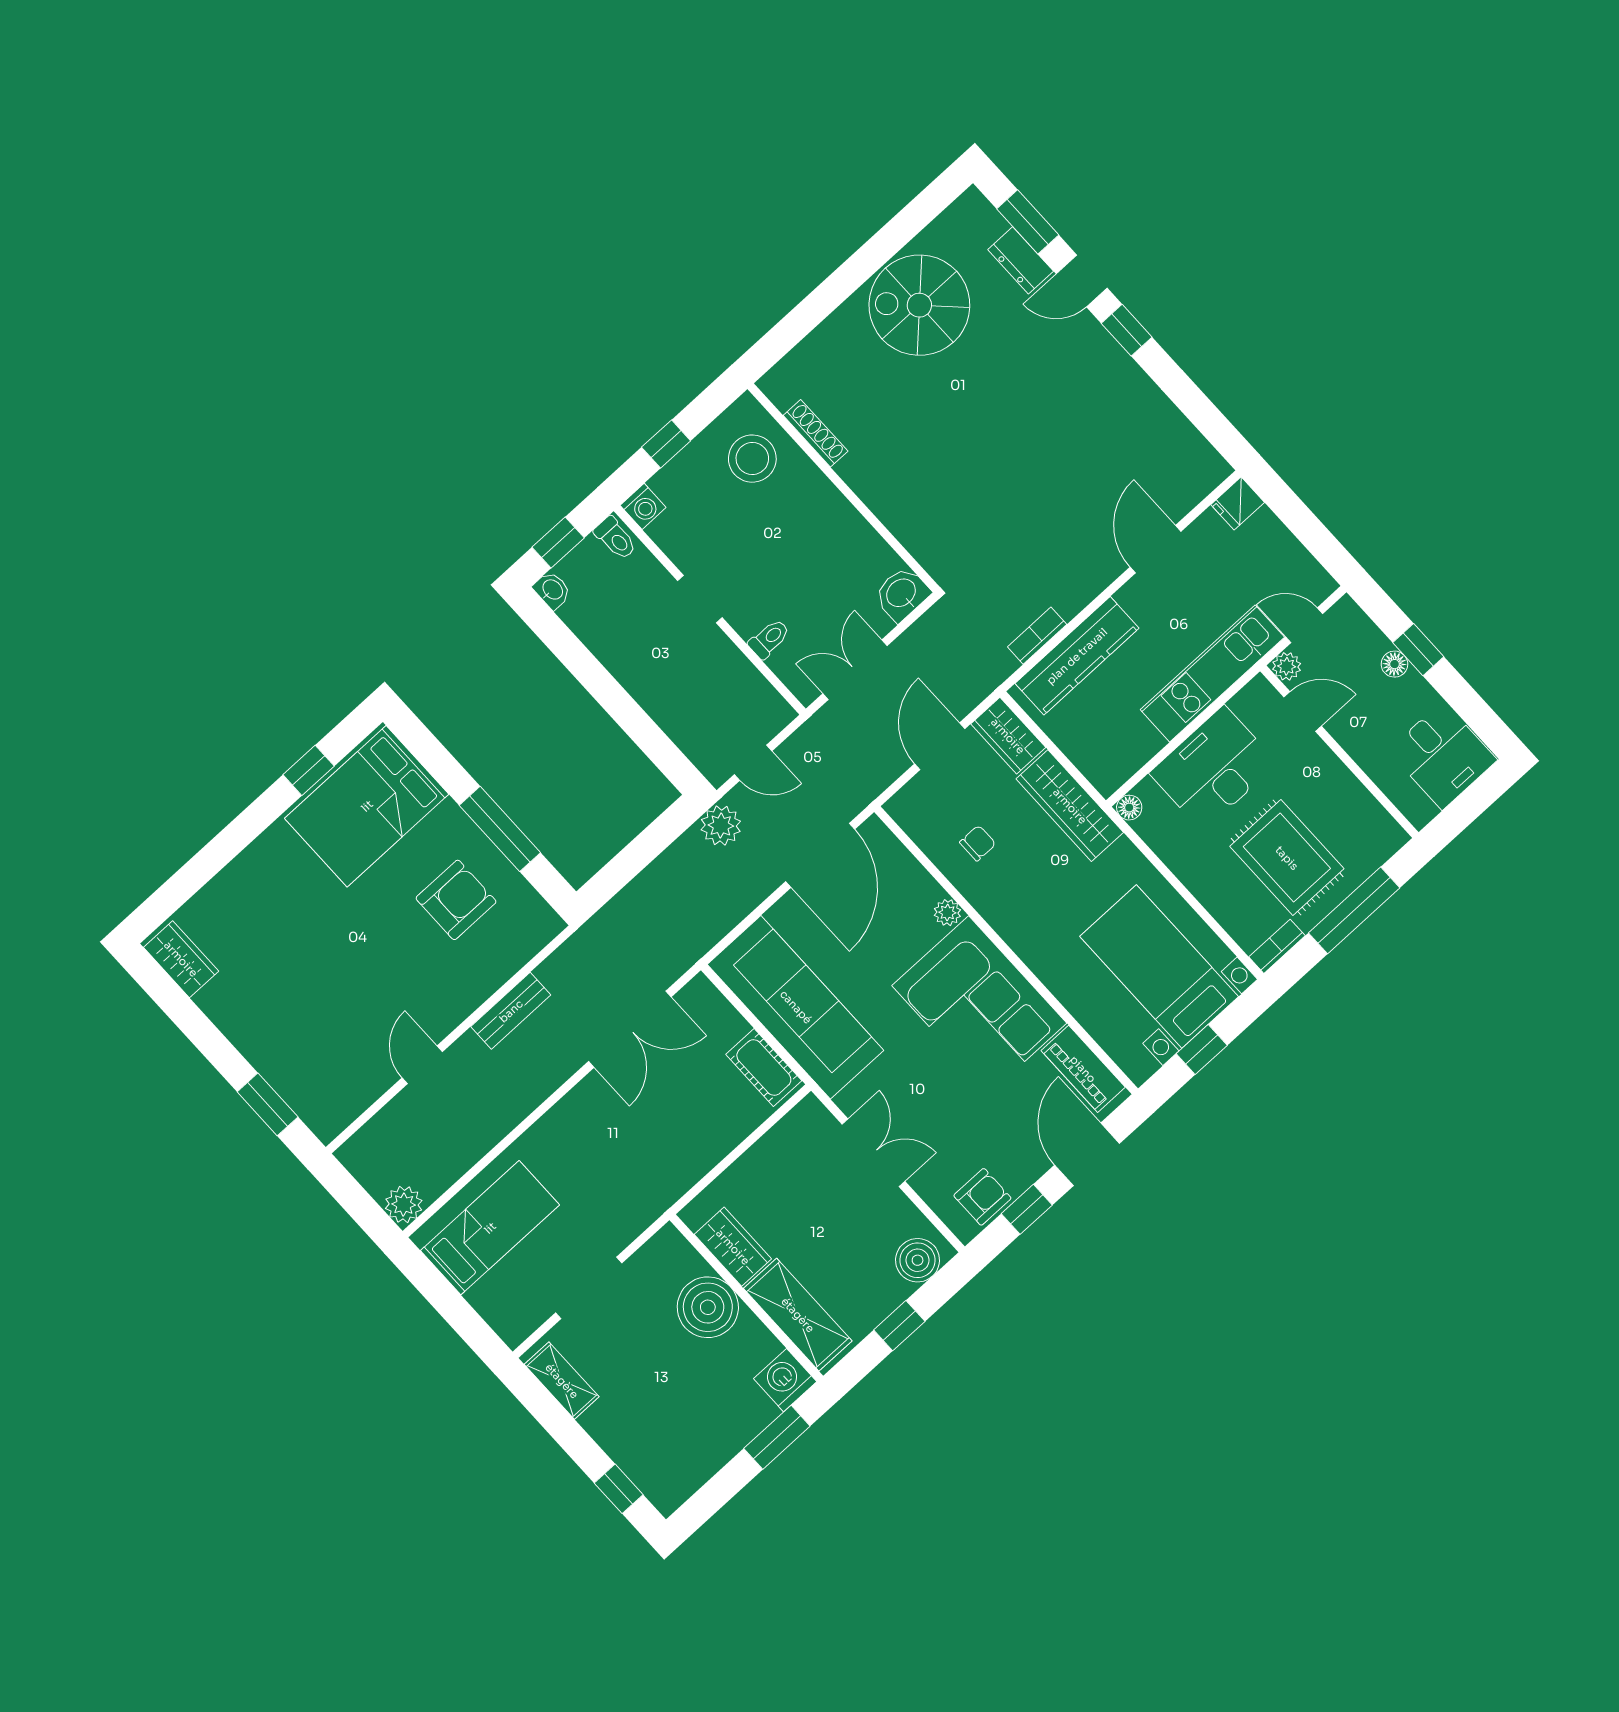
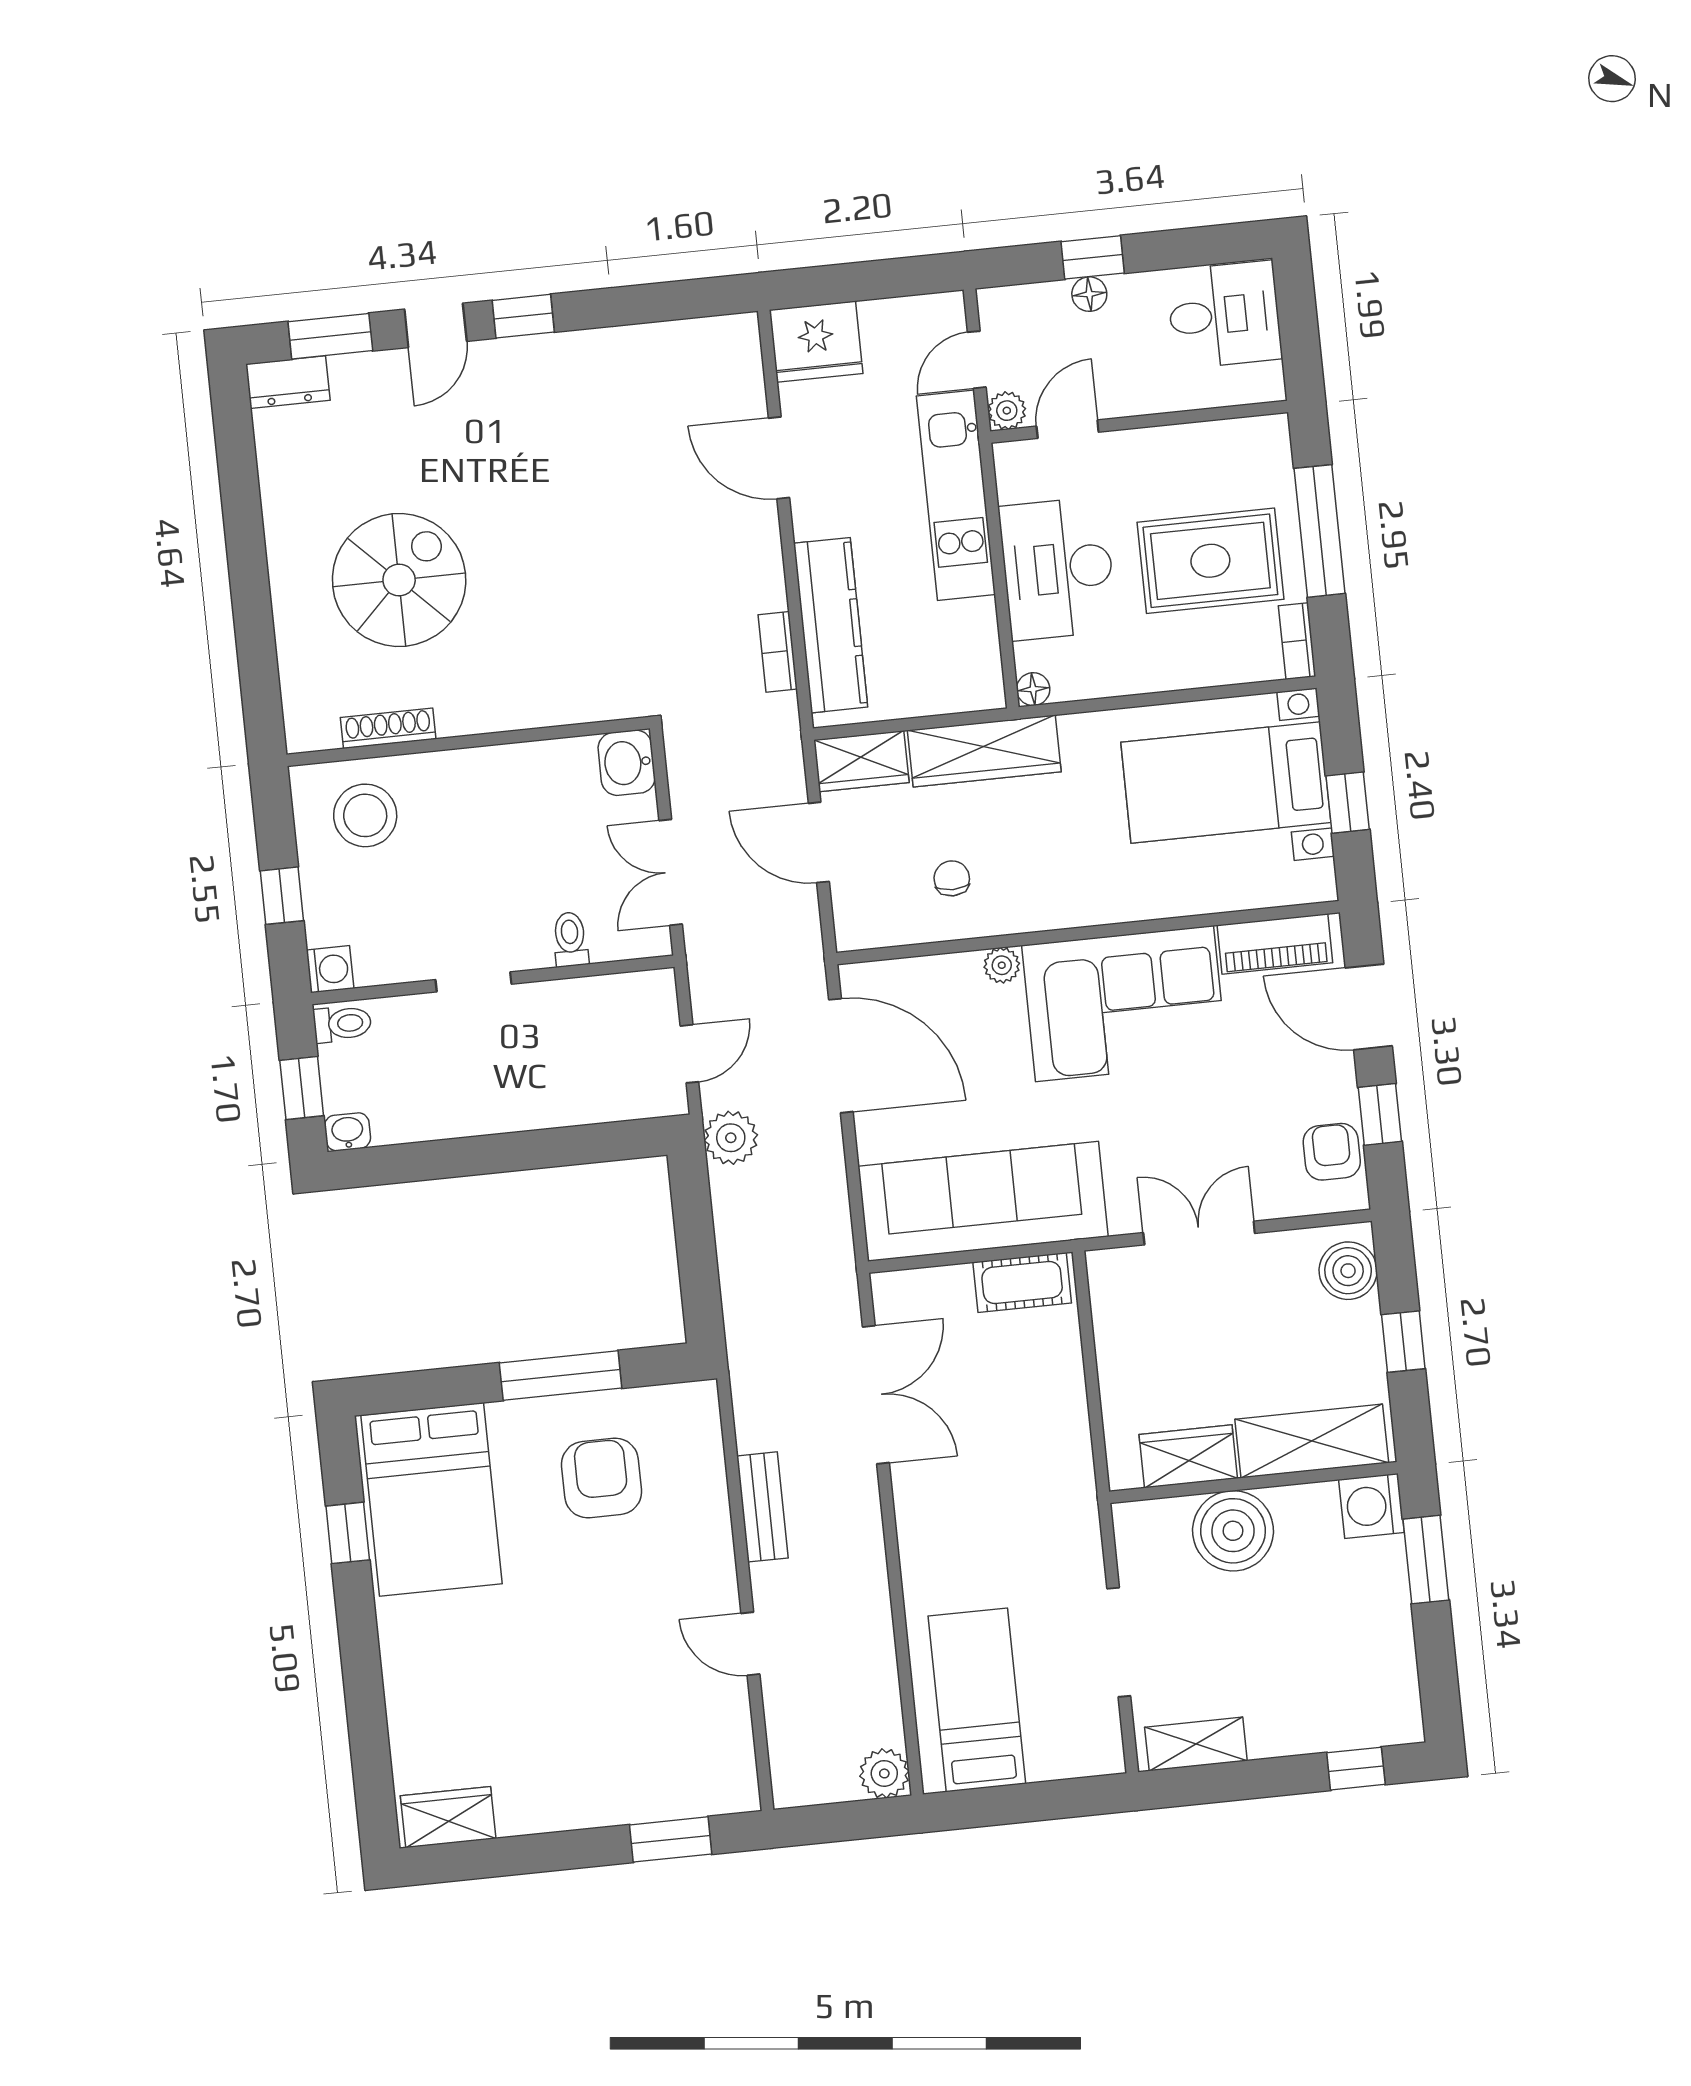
dresser: (1021, 260) -> (288, 382), moved
spiral stairs: (919, 305) -> (399, 580), moved, turned 180
fridge: (1238, 503) -> (816, 342), width x1.88, depth x1.34

